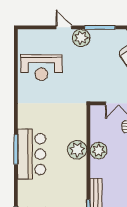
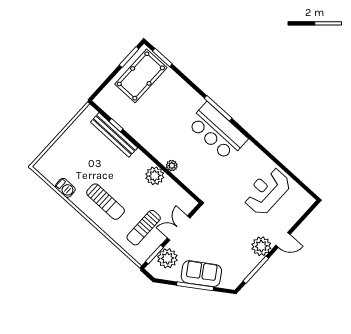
plant: (77, 150) -> (172, 166), width x0.53, depth x0.53
bar counter: (32, 154) -> (217, 131), moved

